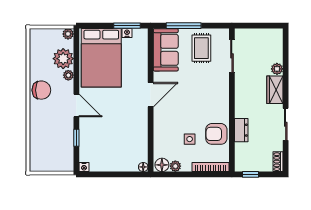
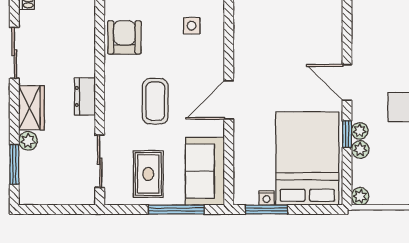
window: (286, 54) -> (14, 164), added
plant: (63, 59) -> (360, 149), width x0.53, depth x0.53
coffee table: (197, 94) -> (155, 101), added
dresser: (241, 130) -> (85, 97), moved
armchair: (216, 134) -> (124, 37), turned -90
window: (76, 138) -> (347, 134), moved
side table: (190, 139) -> (192, 26), moved

